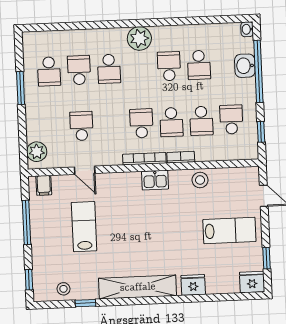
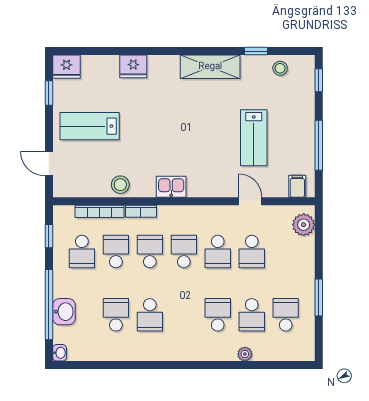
plant: (139, 38) -> (245, 354), moved, width x0.53, depth x0.53
school desk: (141, 123) -> (184, 252), turned 180
school desk: (111, 125) -> (218, 252), added
bookcase: (144, 159) -> (100, 211), moved
shelving: (138, 287) -> (210, 67), width x0.68

